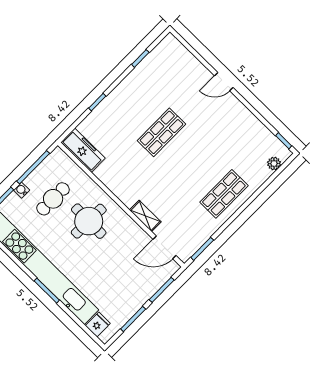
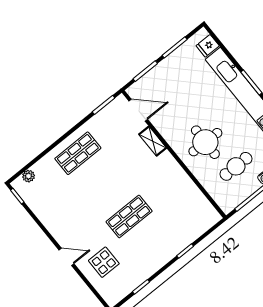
display table: (183, 80) -> (104, 262), added
freezer: (83, 150) -> (203, 208), removed

